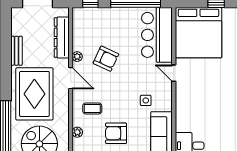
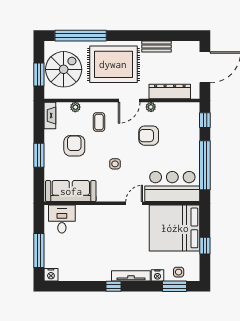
armchair: (106, 59) -> (149, 136), turned 65
side table: (146, 100) -> (115, 164), moved

